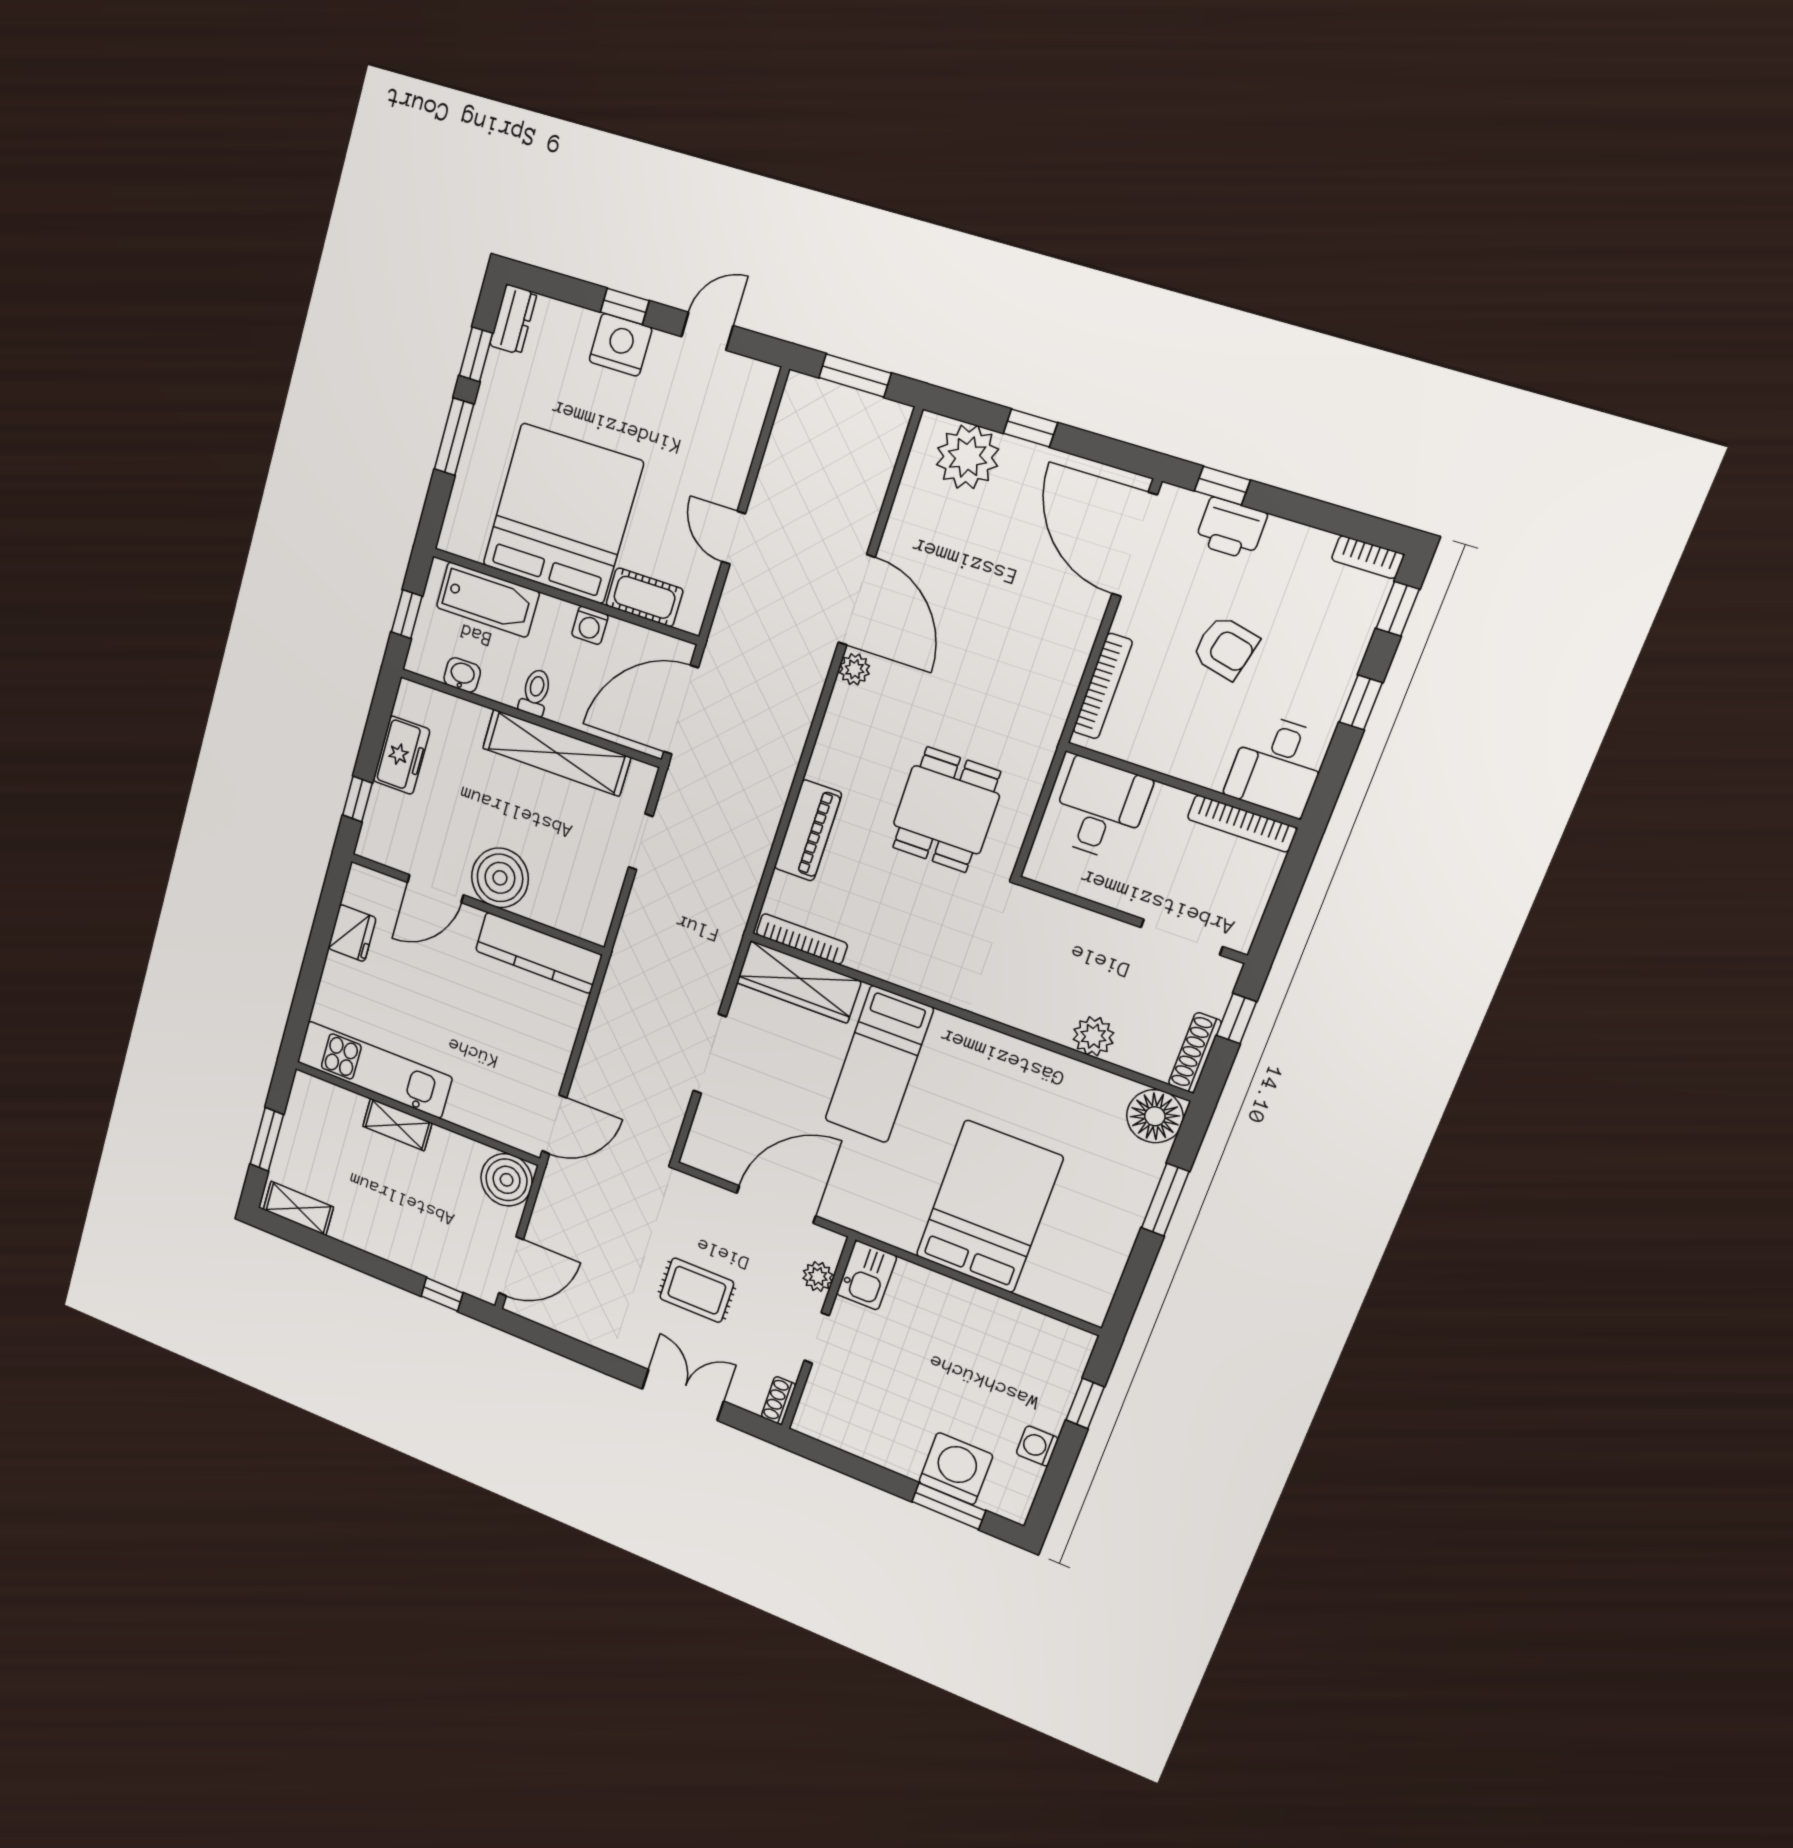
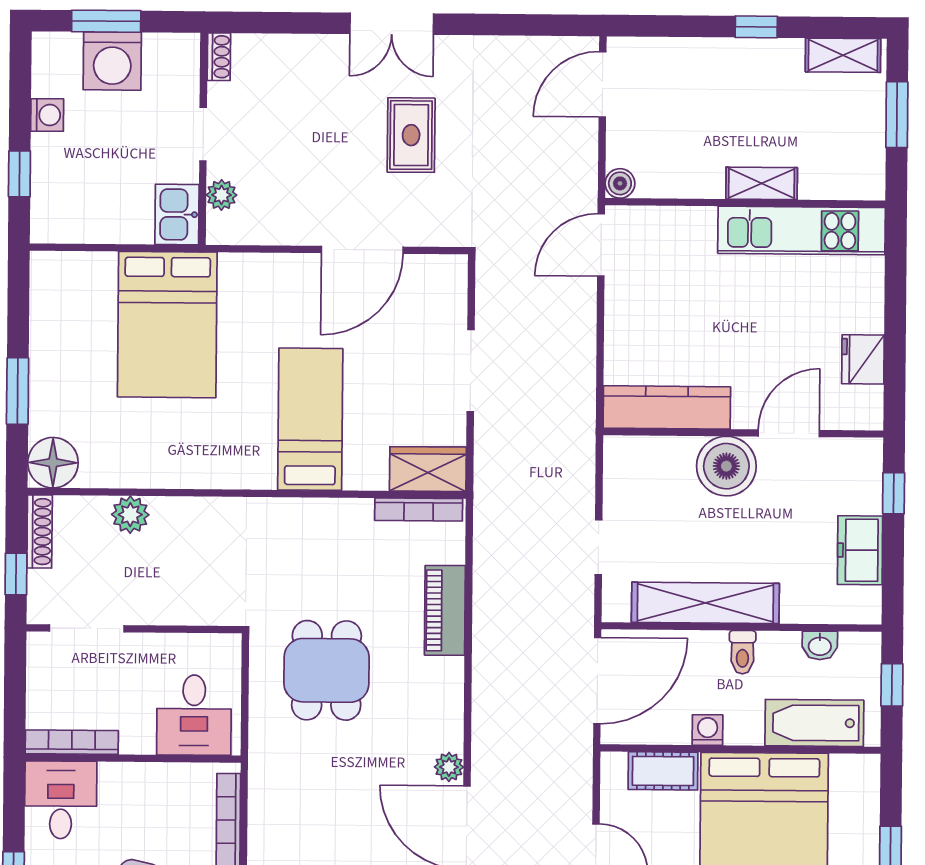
wardrobe: (799, 982) -> (428, 469), width x0.67
boiler: (507, 1180) -> (620, 183), width x0.54, depth x0.54
kitchen sink: (867, 1275) -> (177, 214), moved
plant: (818, 1276) -> (221, 195), moved
rug: (697, 1290) -> (411, 135), turned 90
window: (442, 1294) -> (756, 27), moved
wall: (818, 1334) -> (203, 139), moved
doorway: (817, 1338) -> (203, 134), moved
shoe rack: (779, 1401) -> (219, 57), moved

